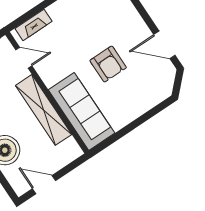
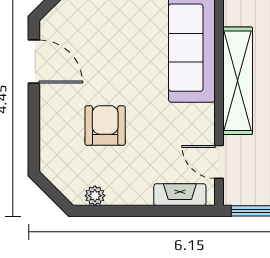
armchair: (108, 64) -> (105, 126), moved

